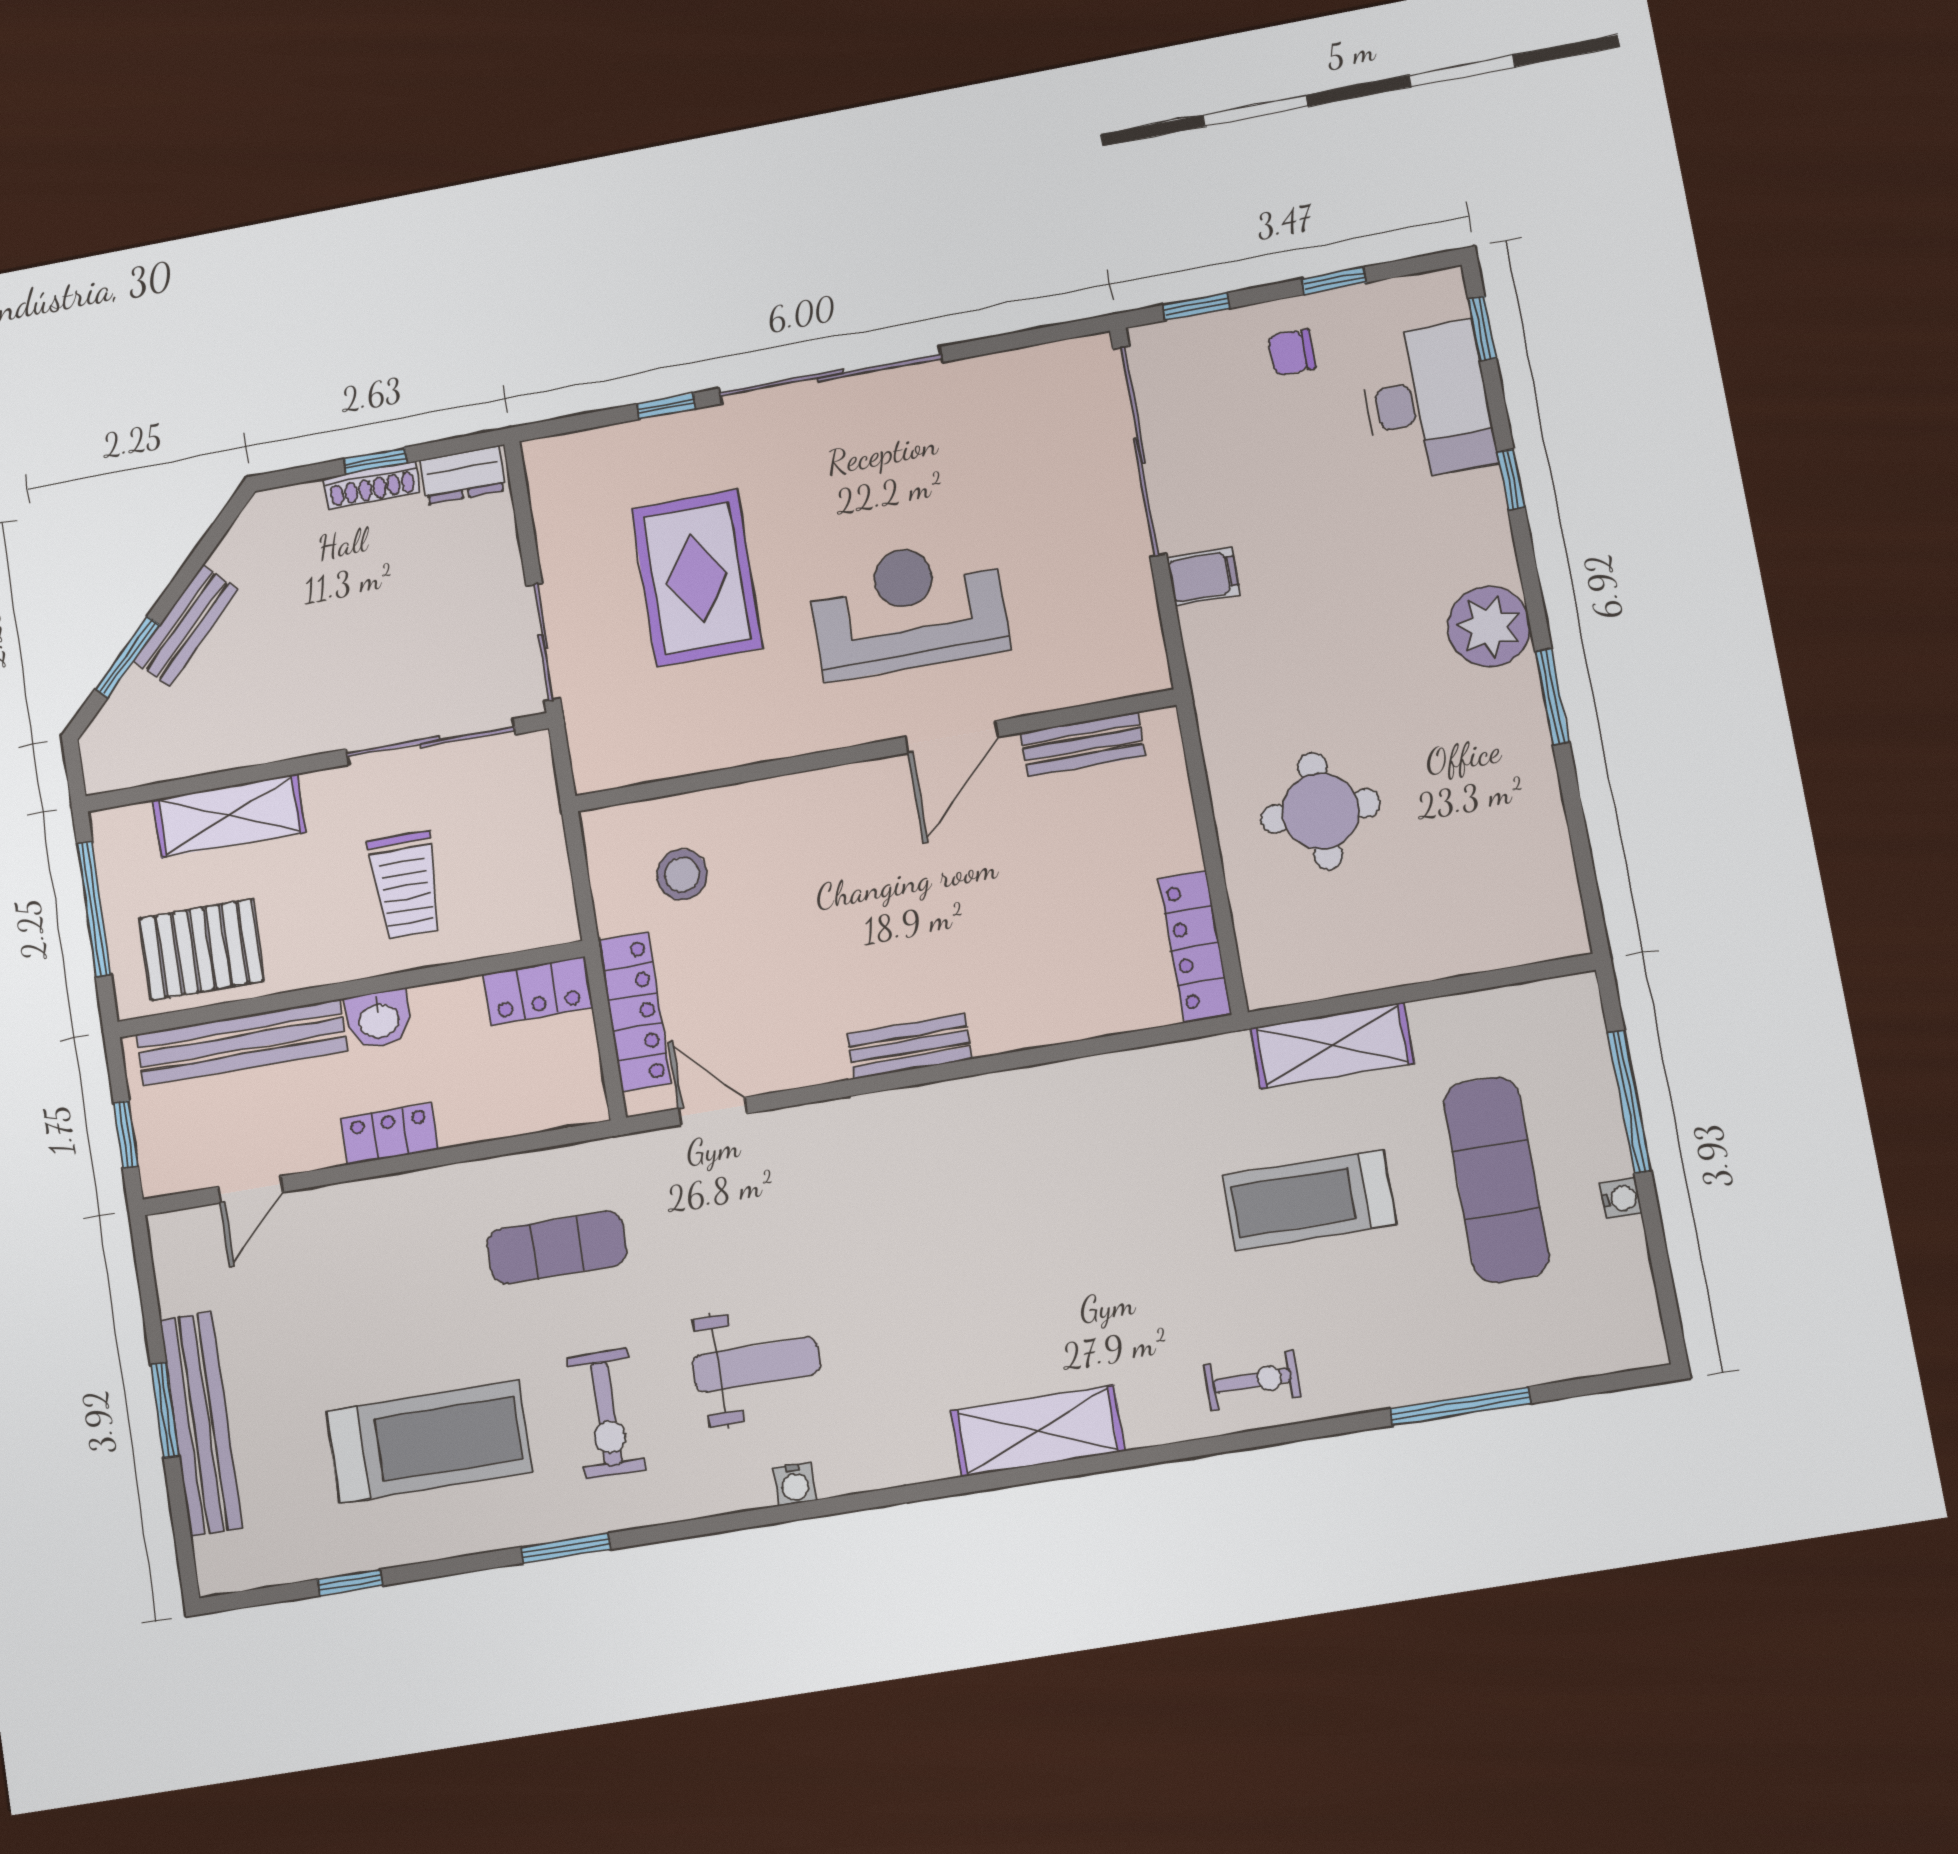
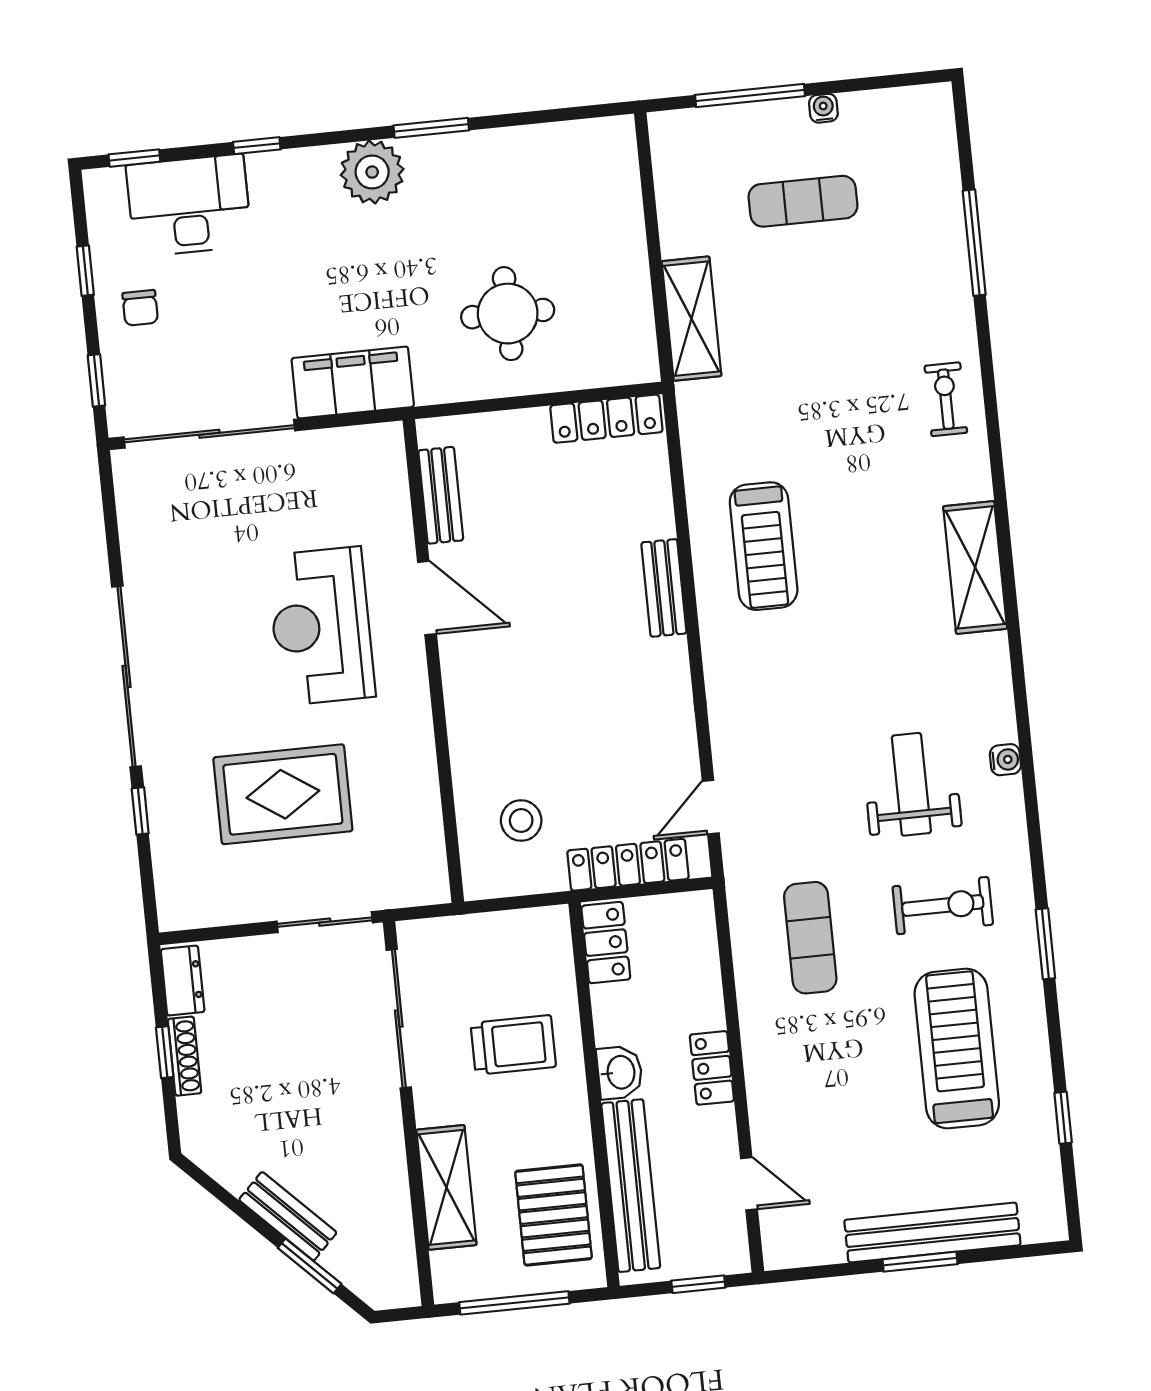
filing cabinet: (1203, 576) -> (353, 382), width x3.00, depth x1.17
bench: (910, 1046) -> (664, 588), moved
exercise mat: (1496, 1180) -> (803, 201), width x0.73, depth x0.69
treadmill: (1309, 1200) -> (764, 546), moved

